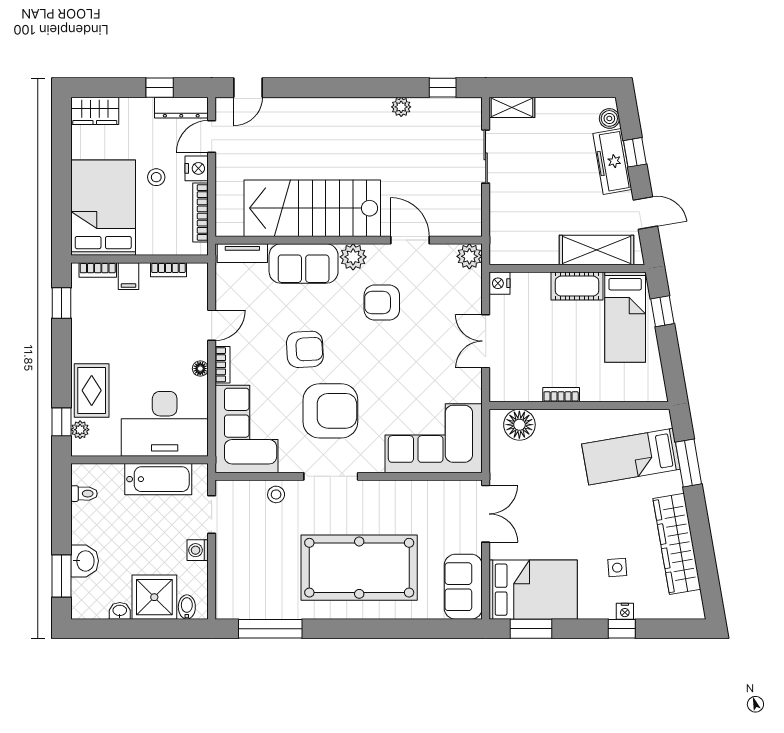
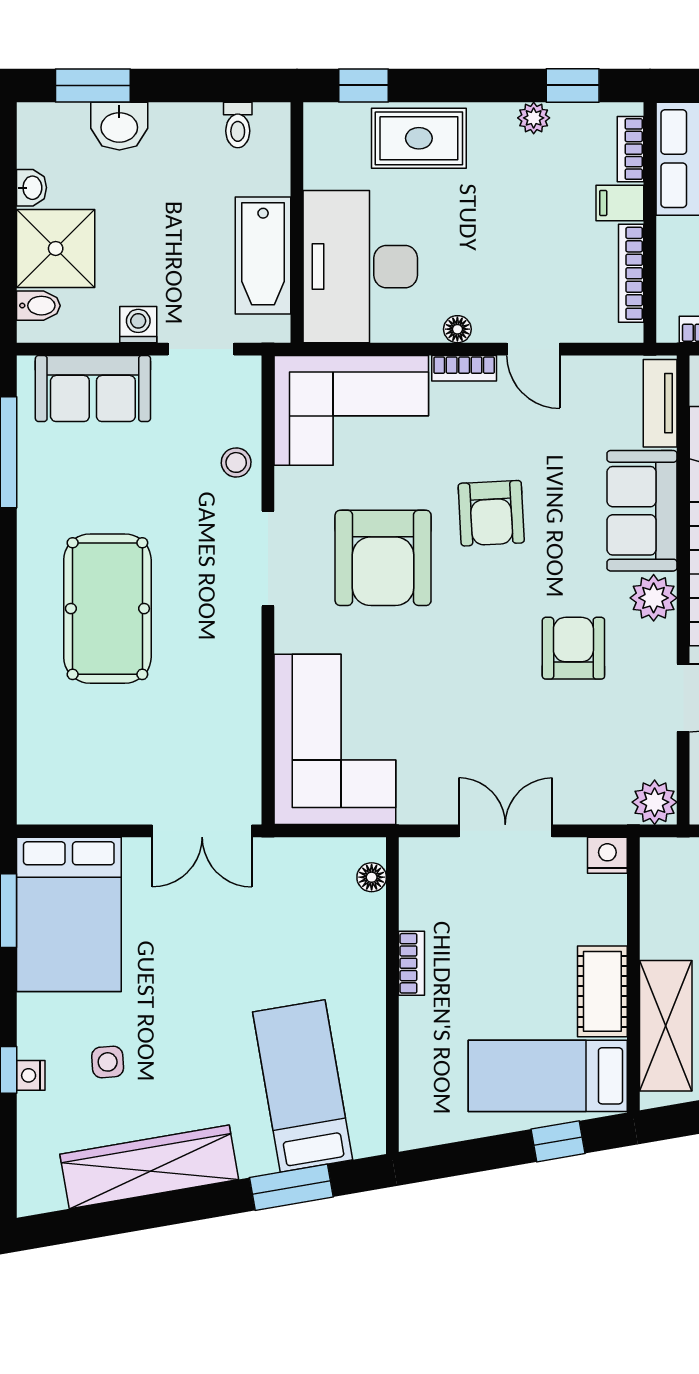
bookcase: (168, 270) -> (631, 273), width x1.56
floor lamp: (519, 425) -> (372, 877), width x0.53, depth x0.53
plant: (80, 430) -> (534, 118), moved
pool table: (359, 568) -> (107, 609), width x0.73, depth x0.76
sofa: (463, 587) -> (93, 389), moved, turned 180

